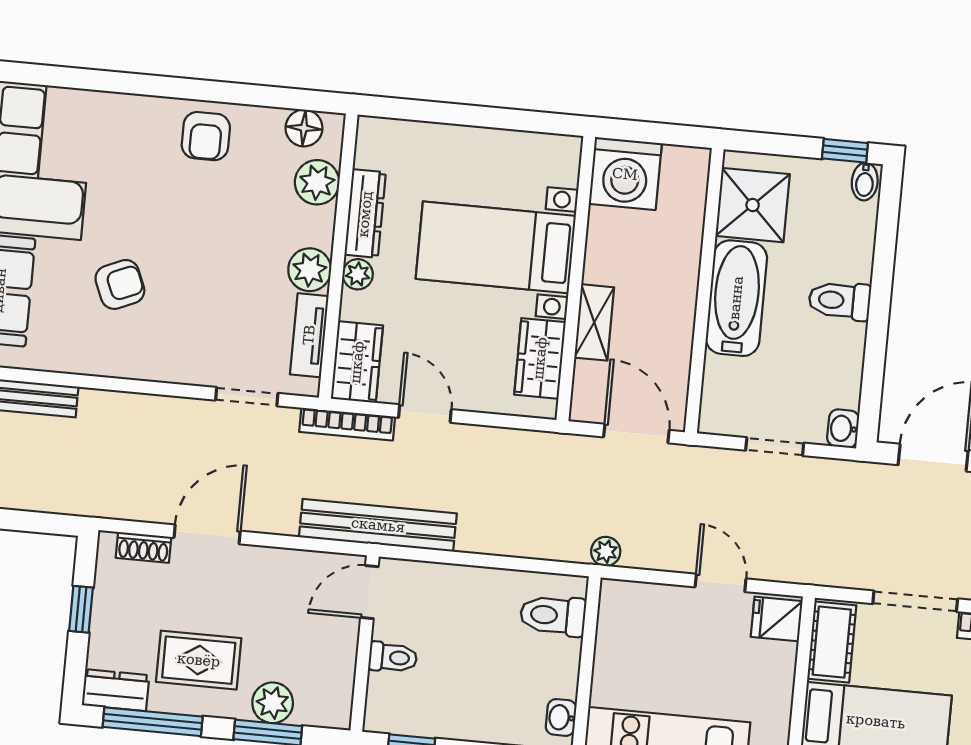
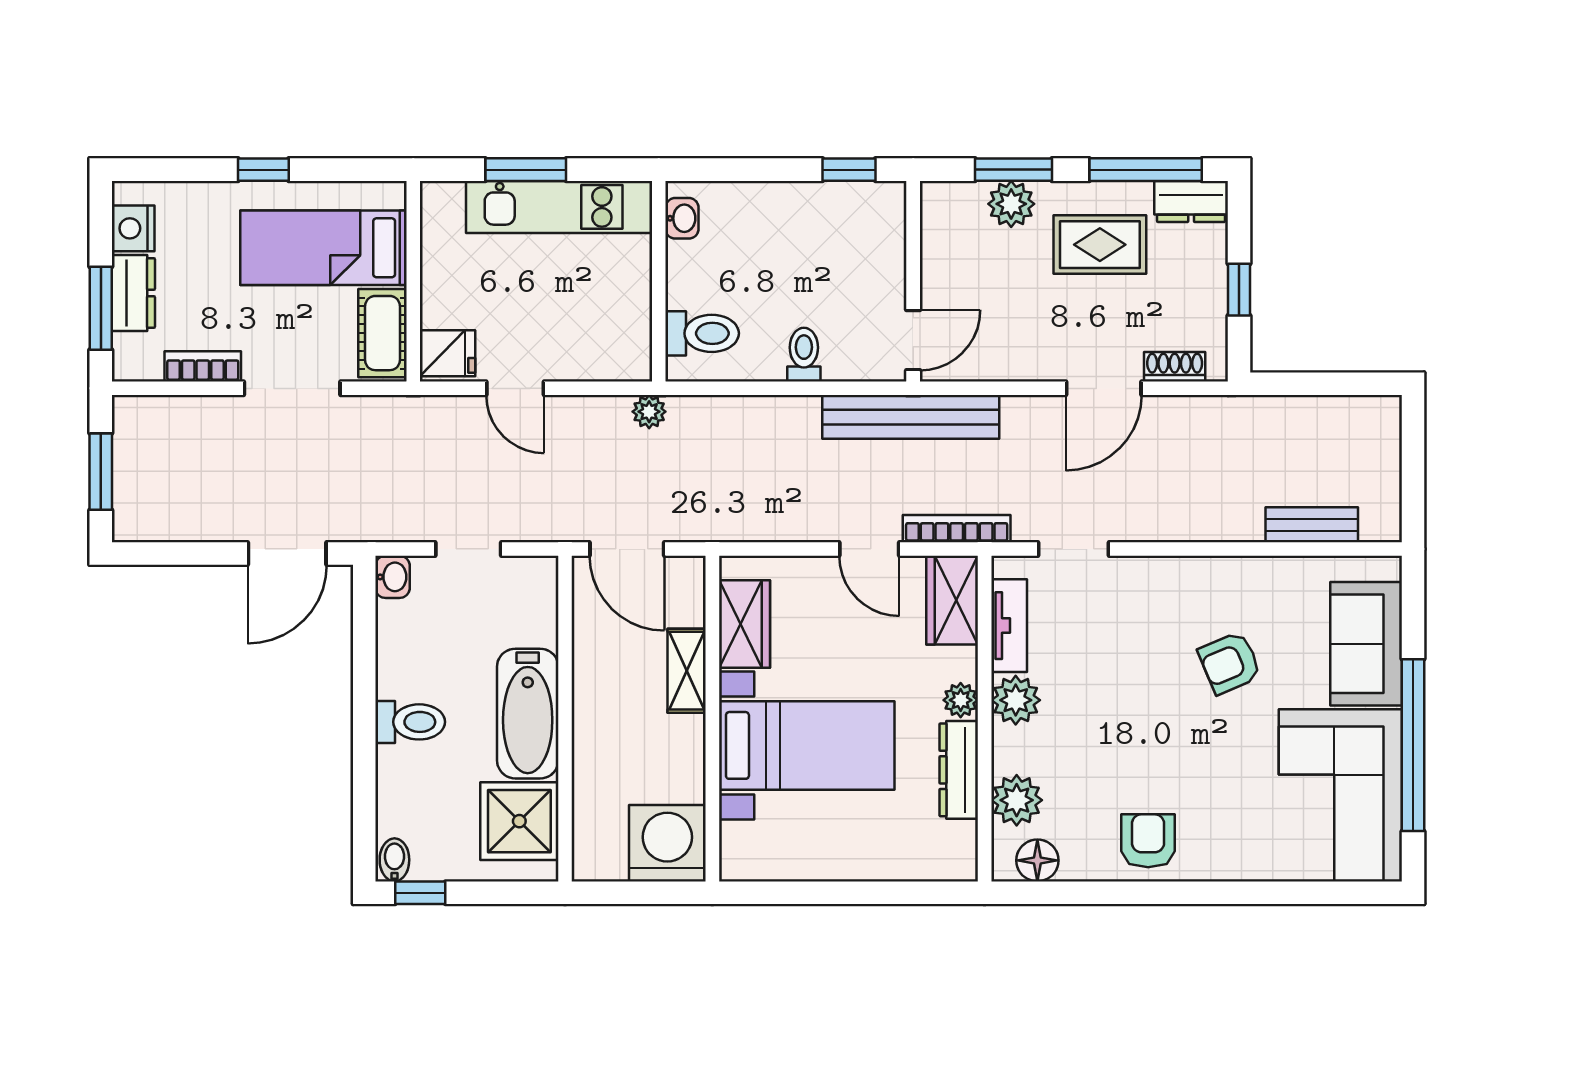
toilet: (393, 657) -> (804, 355), moved, turned 90

